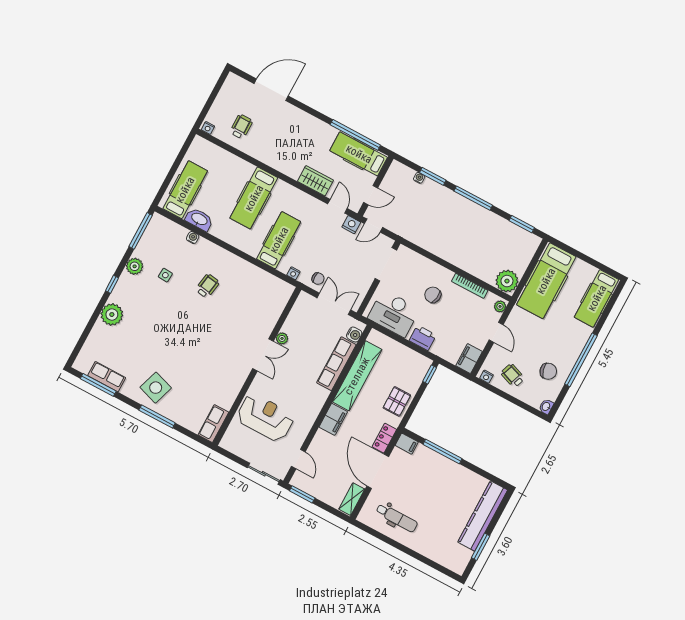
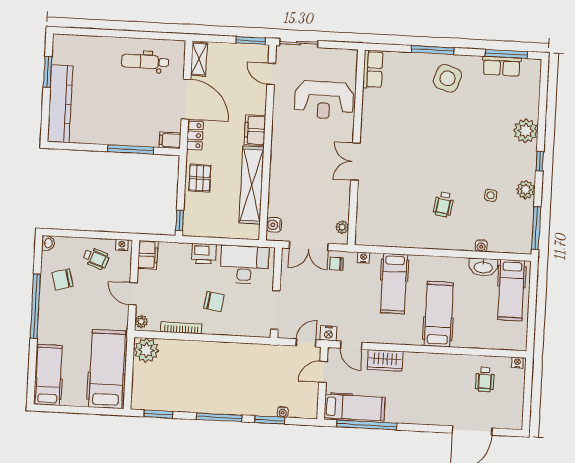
plant: (282, 338) -> (342, 227), moved
row of seats: (336, 364) -> (278, 187), removed

